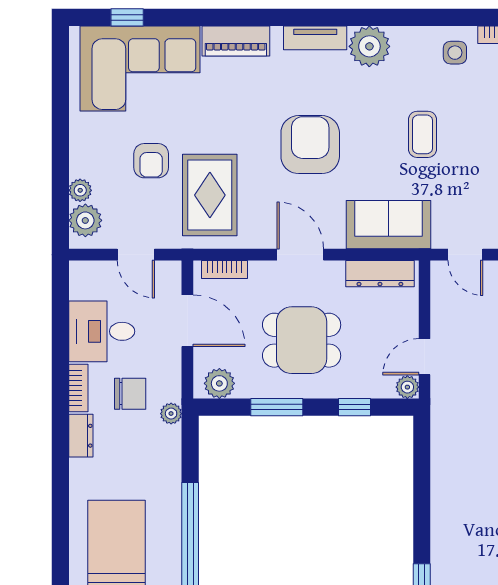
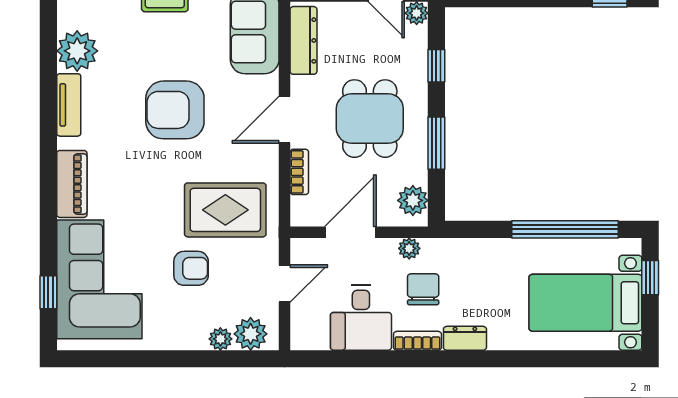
bookcase: (224, 269) -> (299, 172), moved
plant: (171, 414) -> (409, 248), moved

